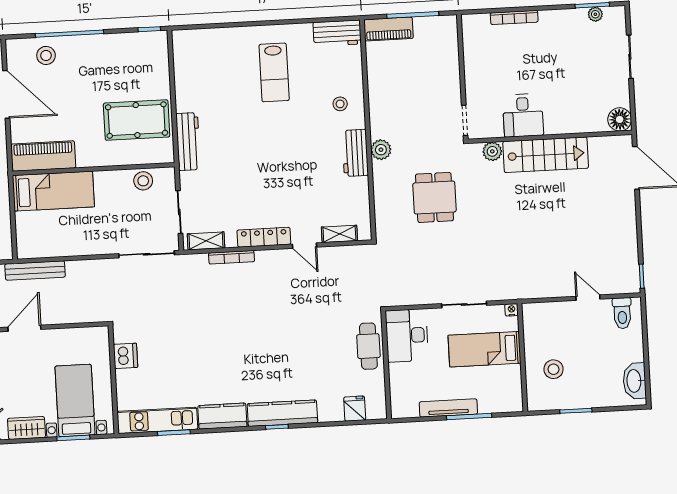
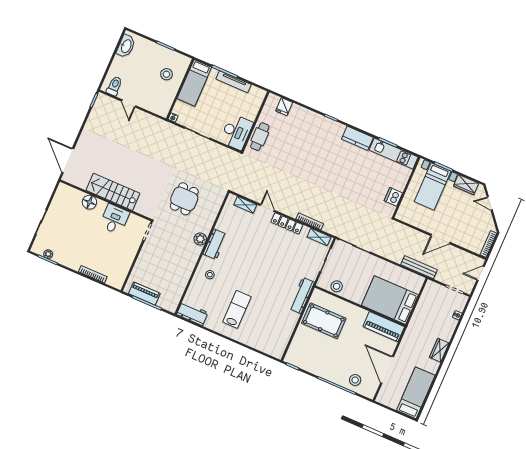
piano: (388, 29) -> (144, 294), moved
floor lamp: (620, 119) -> (89, 202), moved
plant: (492, 151) -> (141, 208), removed
bed: (53, 191) -> (390, 300), width x1.50
bed: (485, 349) -> (194, 83), moved, turned 90
kitchen counter: (282, 413) -> (324, 124), removed

